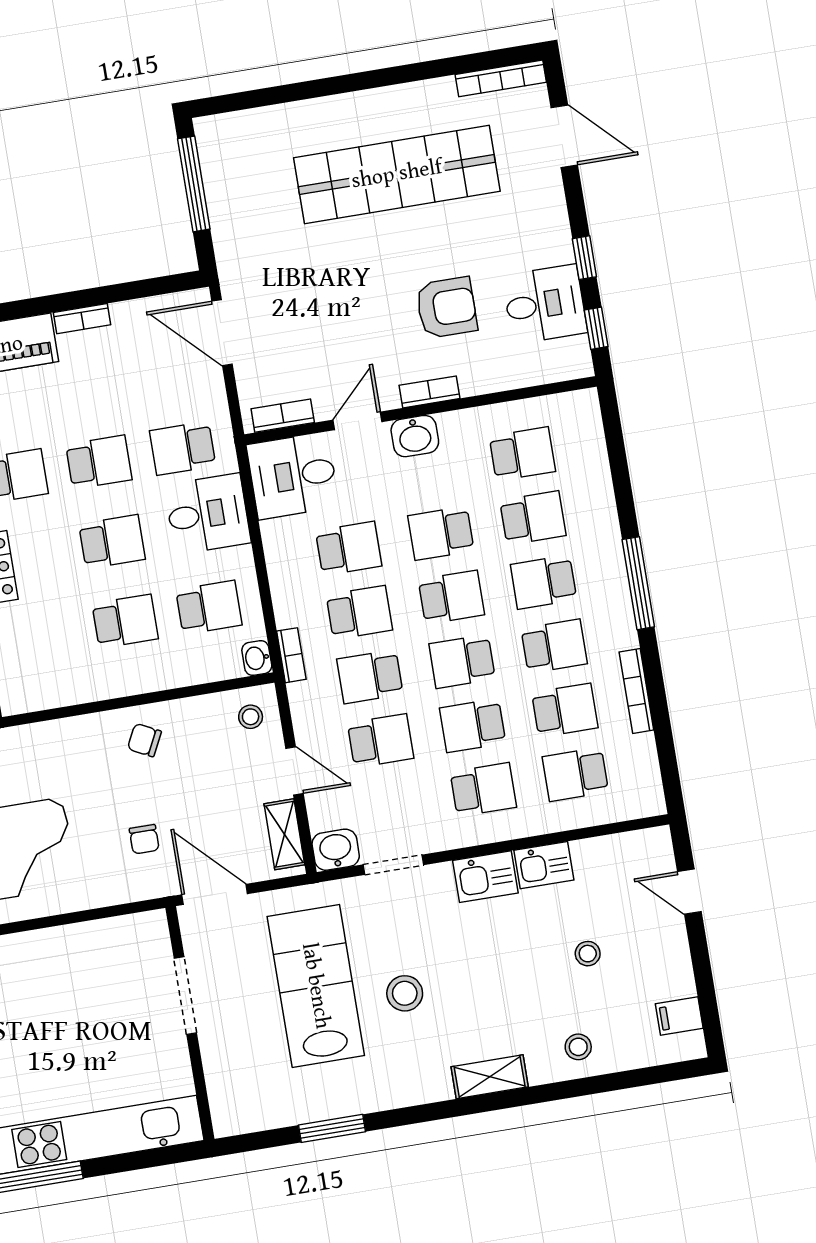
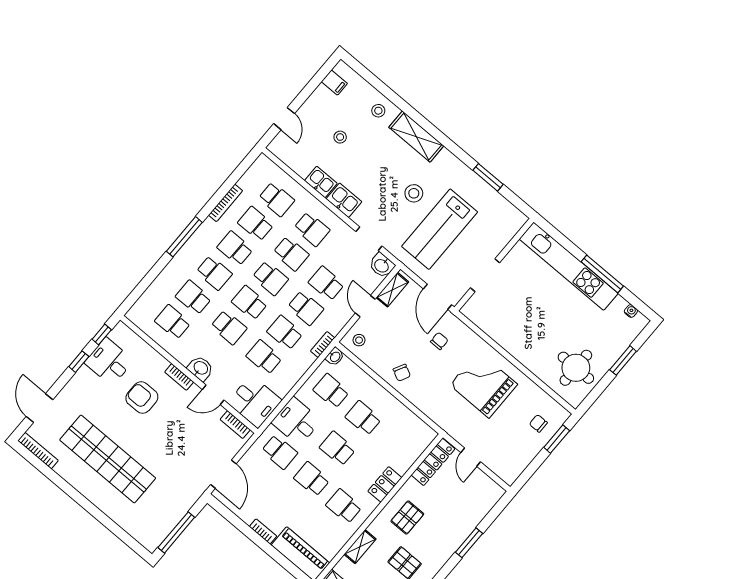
school desk: (483, 790) -> (312, 229), turned 180
shelving: (490, 1077) -> (416, 137), width x1.50, depth x1.33

